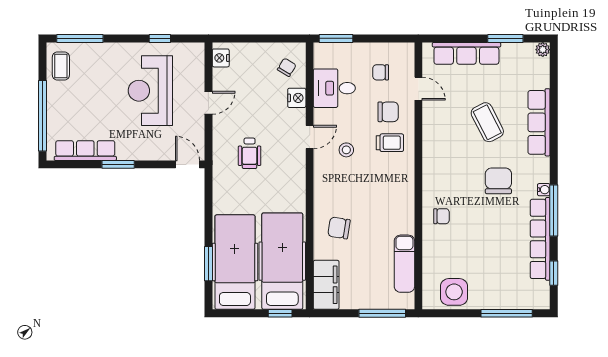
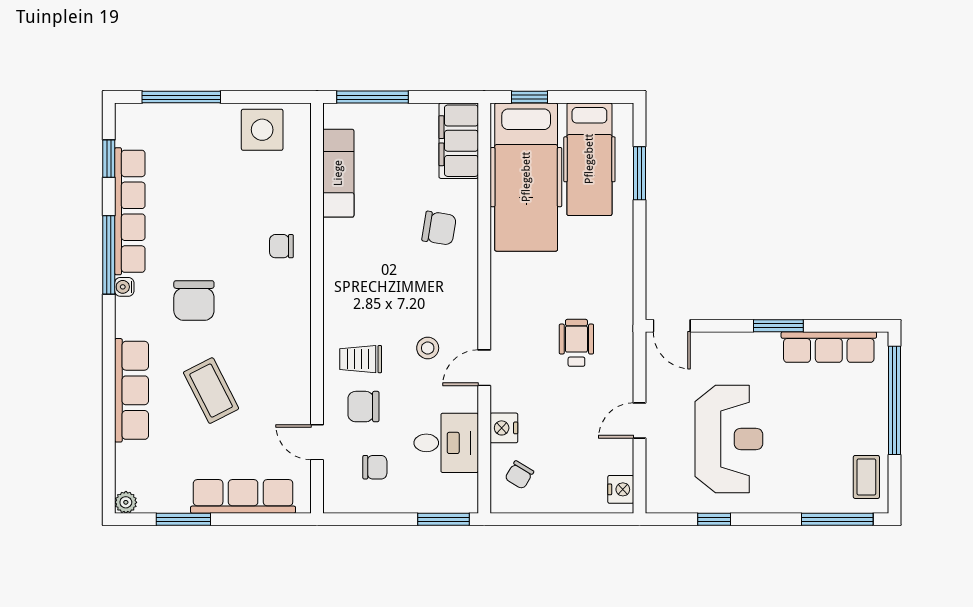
hospital bed: (235, 262) -> (589, 159), width x0.73, depth x0.78

